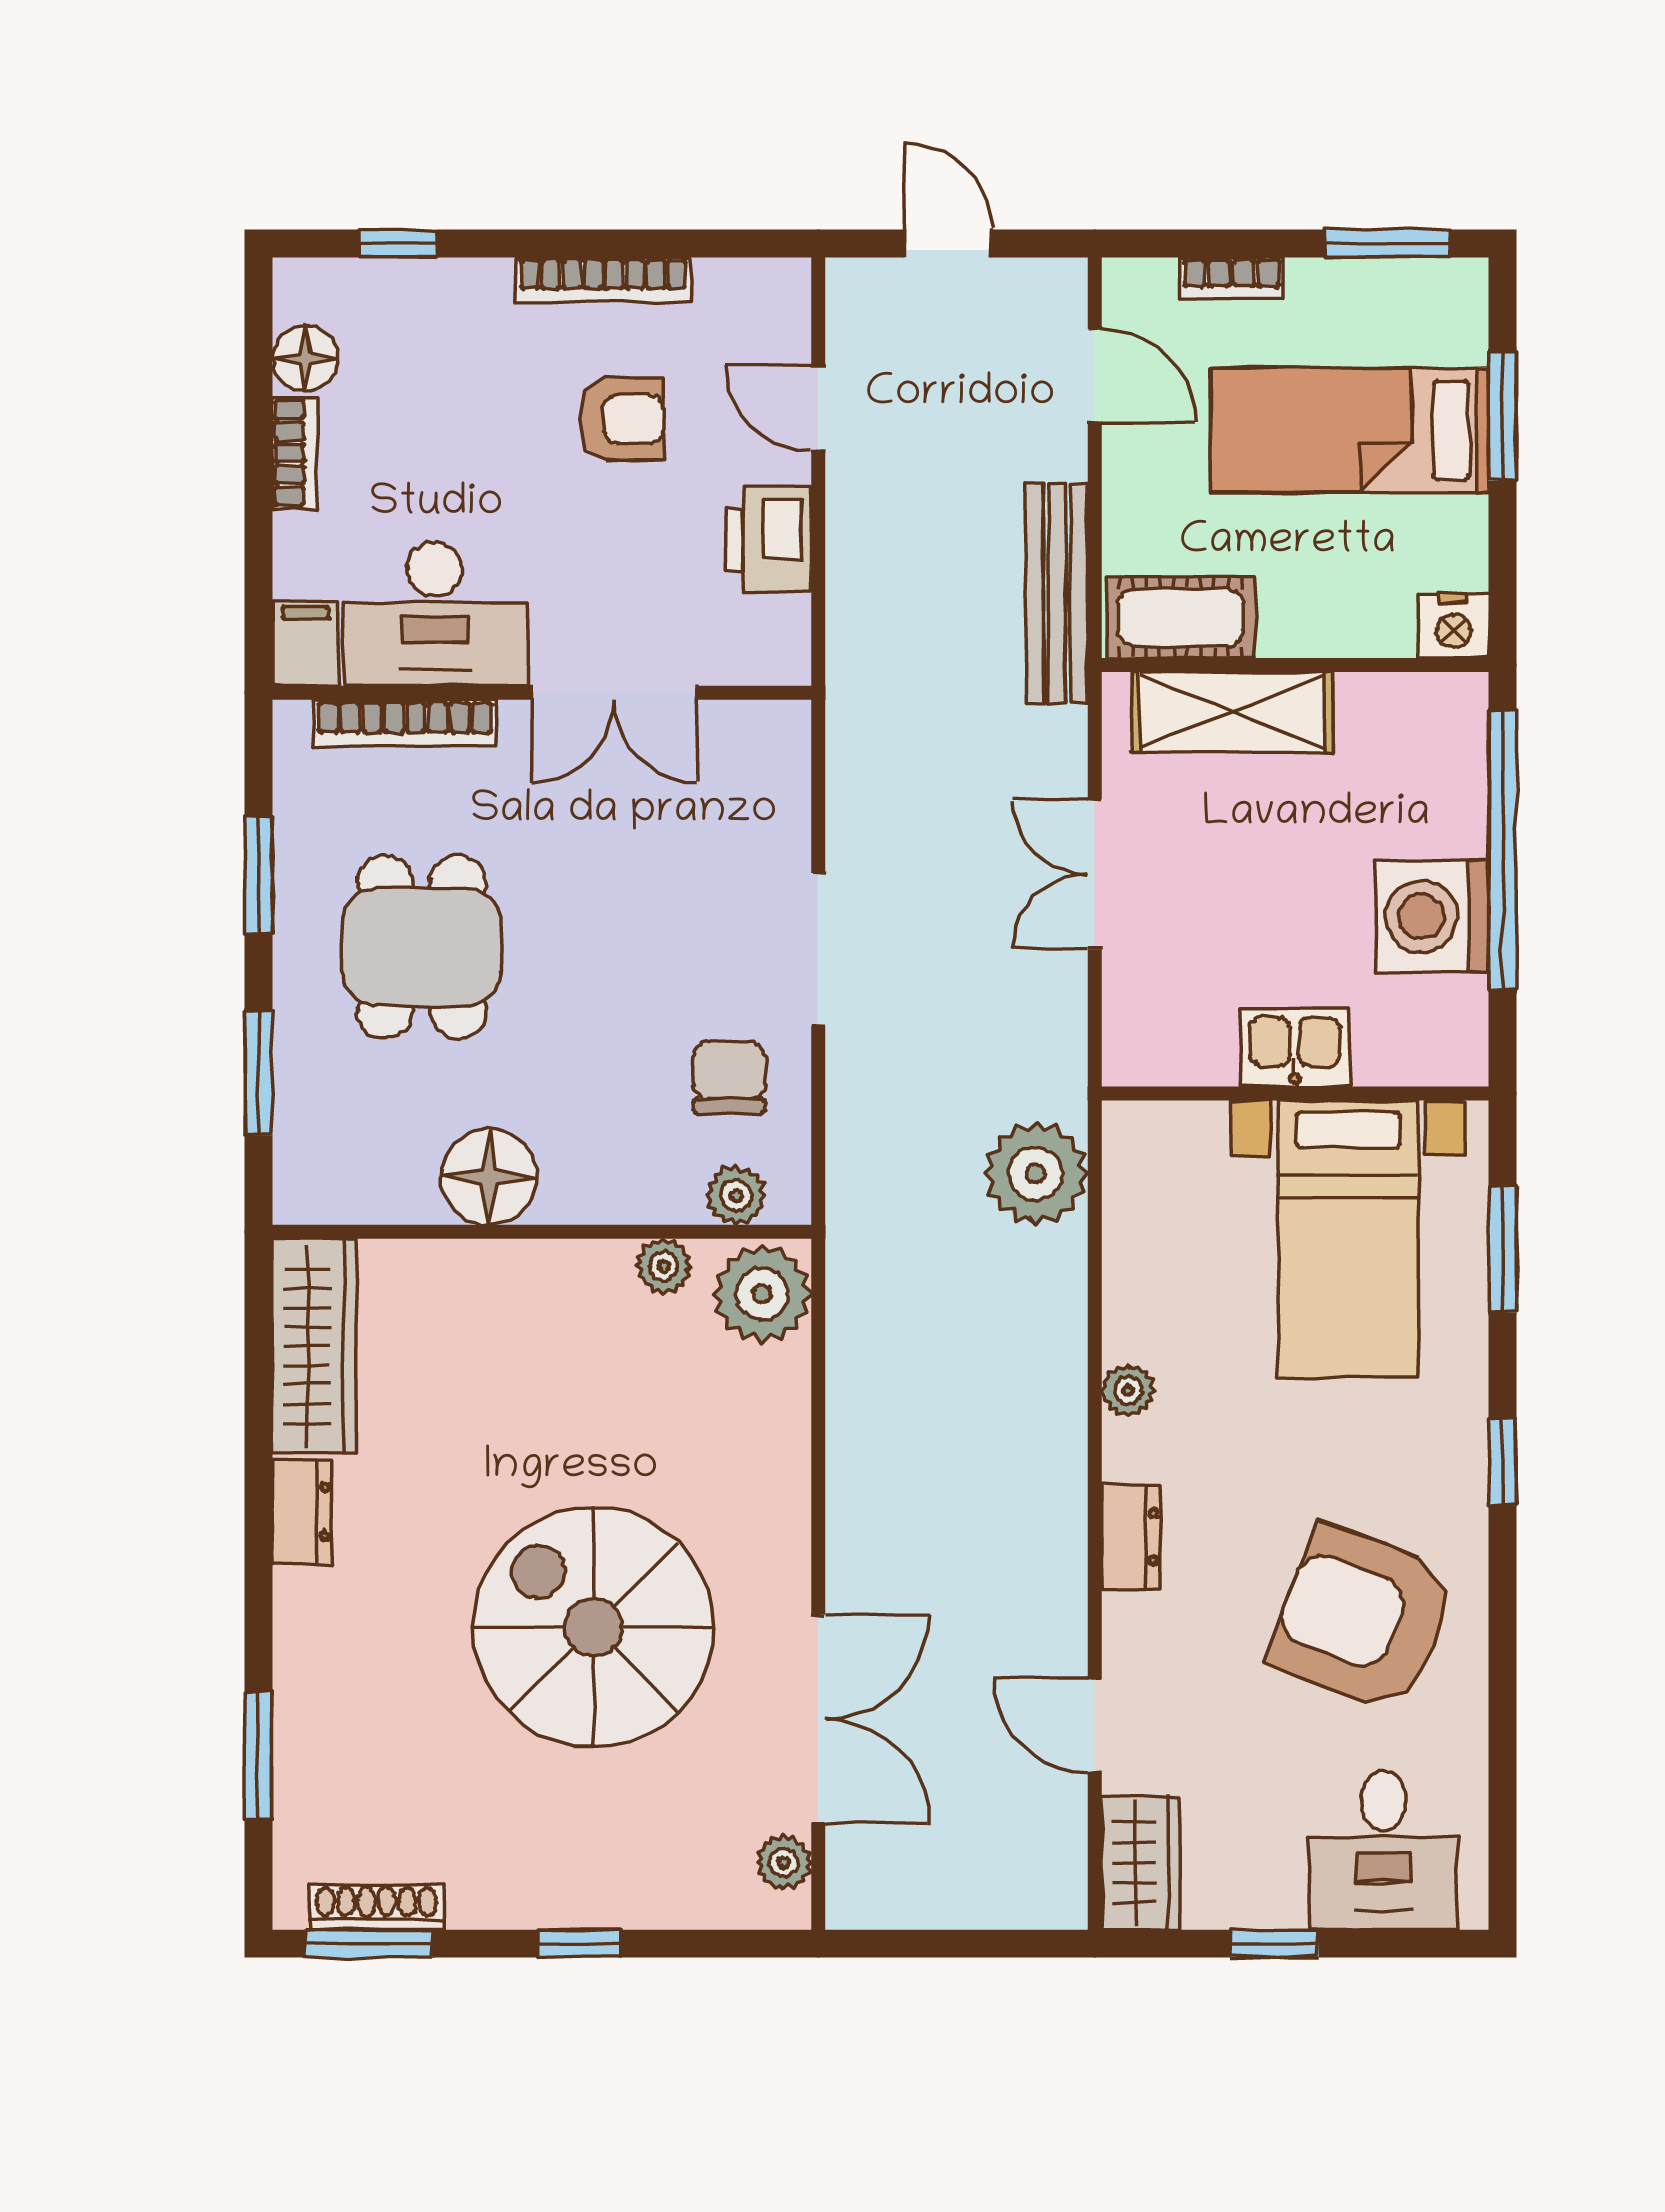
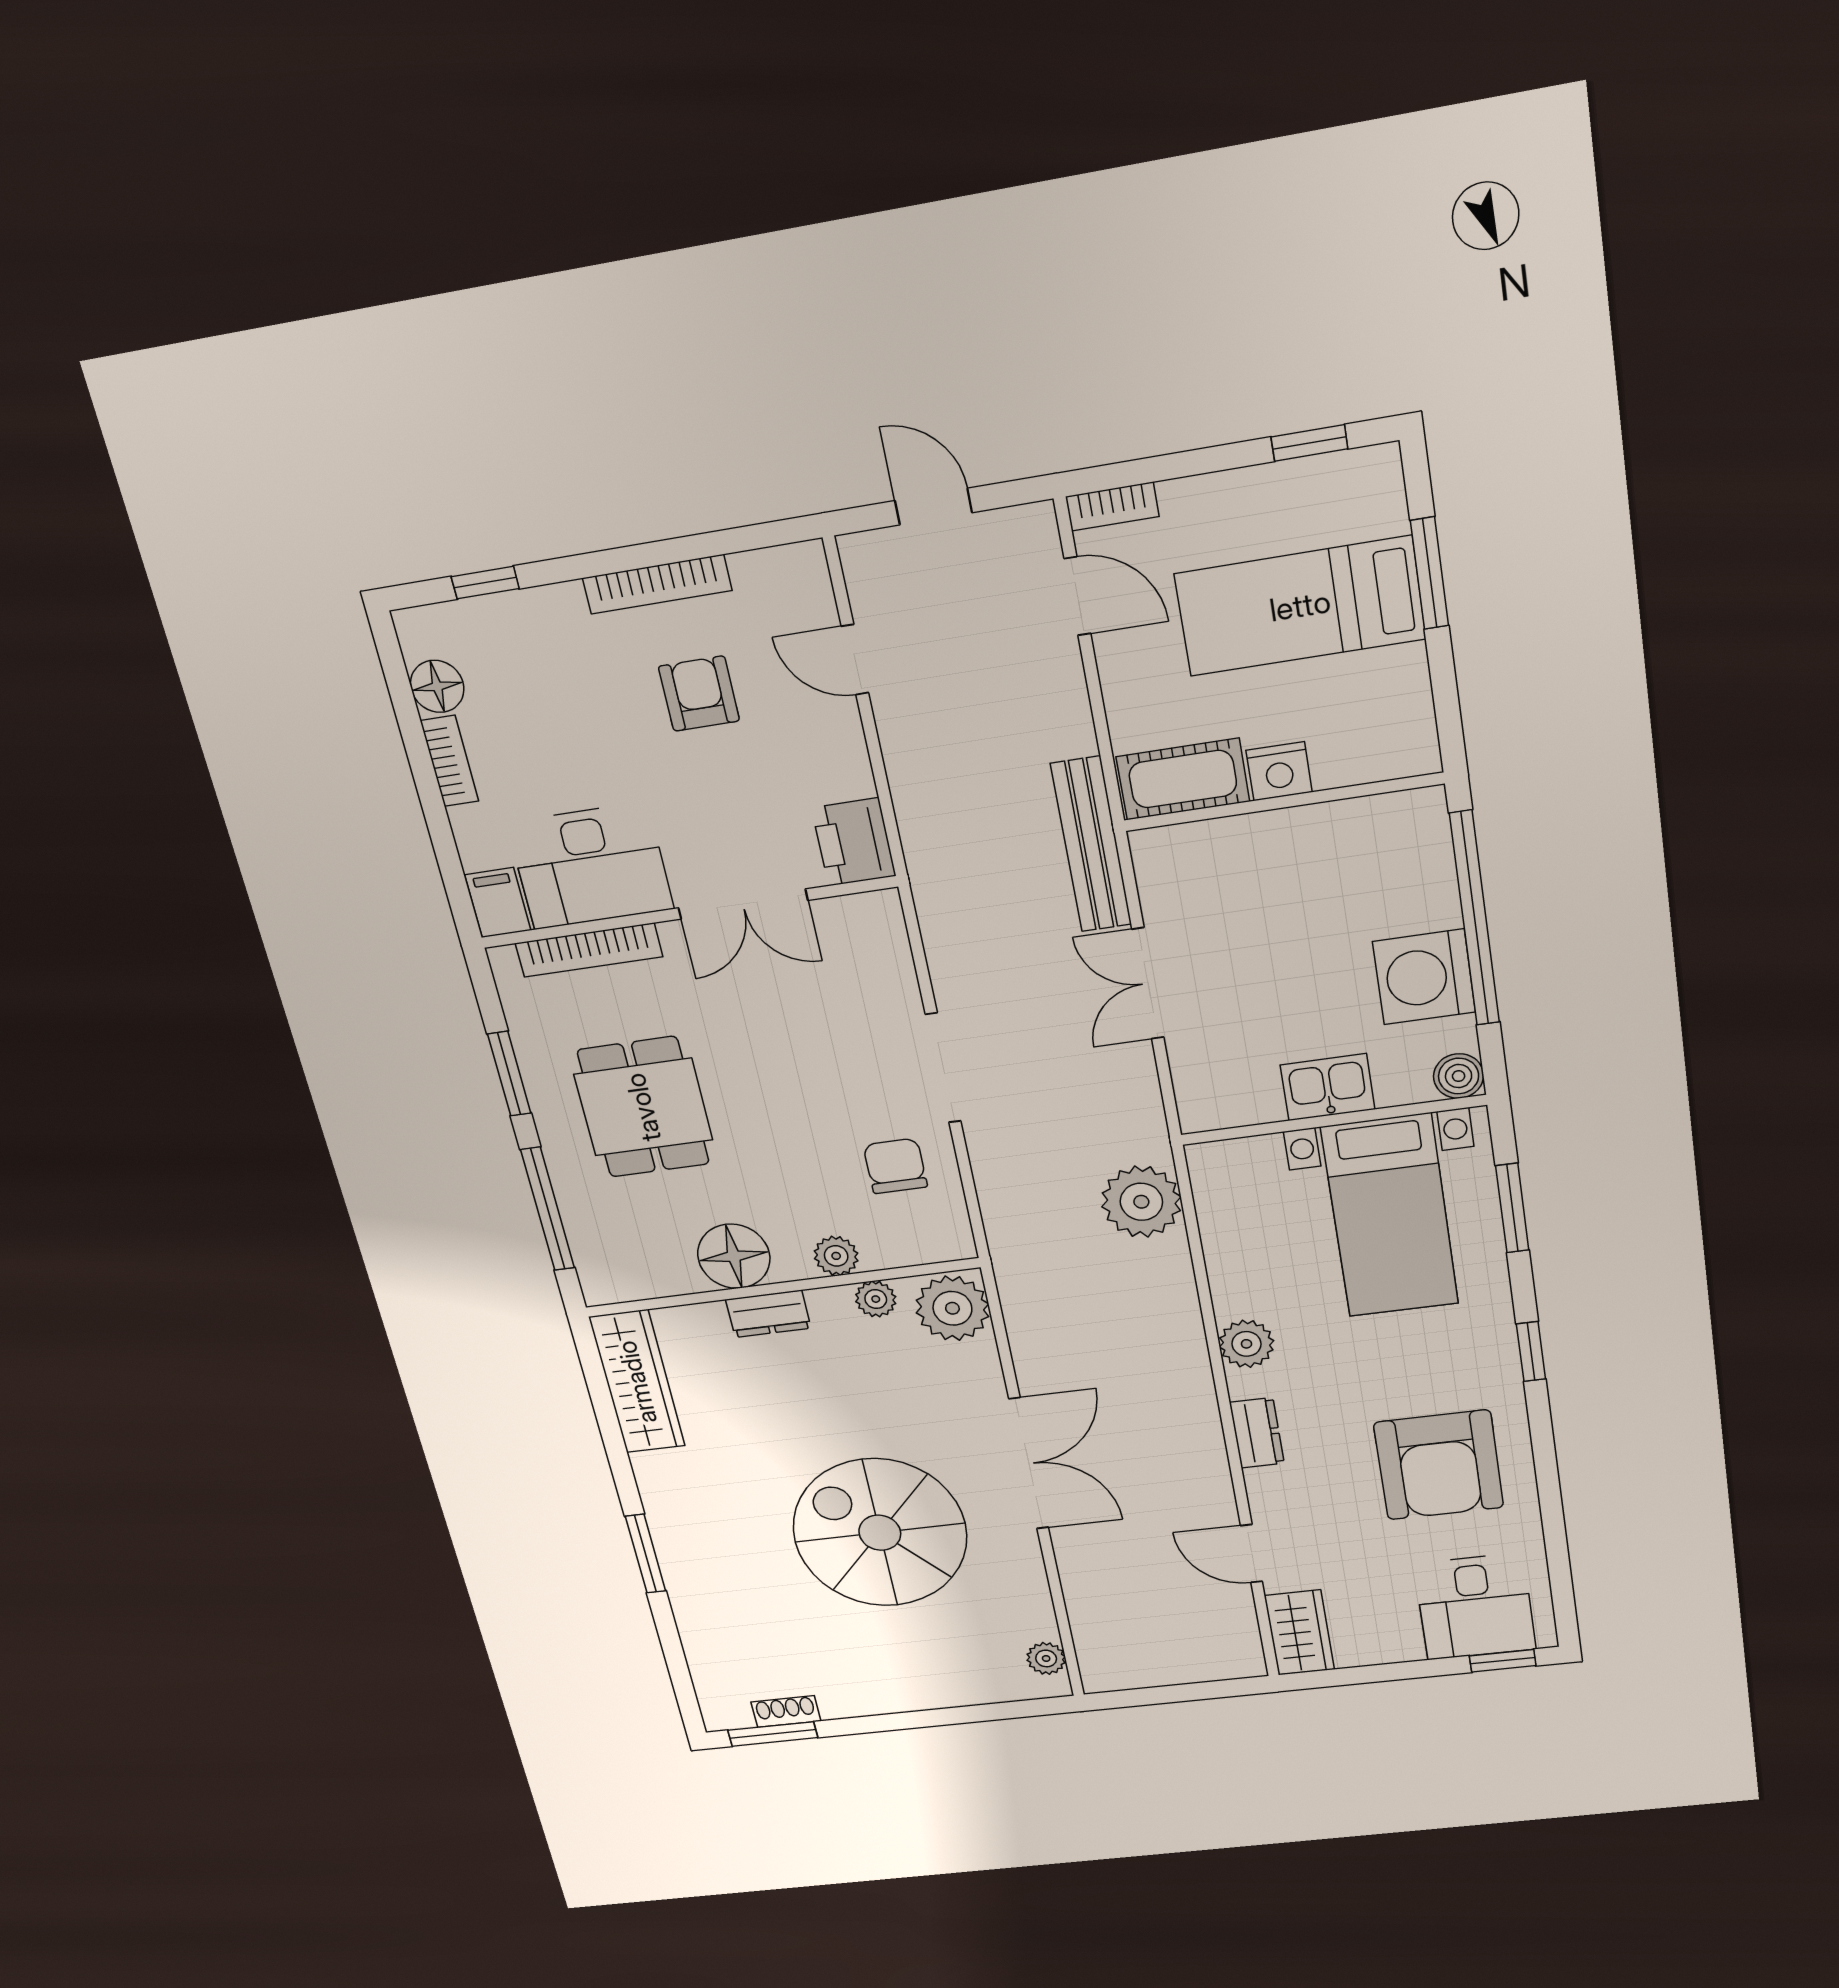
window: (1388, 243) -> (1309, 443), width x0.67
bookcase: (1232, 278) -> (1112, 506), moved
armchair: (622, 419) -> (699, 694), turned -90
printer: (769, 539) -> (854, 842), moved
bench: (1057, 594) -> (1091, 845), moved
nightstand: (1454, 626) -> (1279, 771), moved
shelving: (1232, 712) -> (1237, 846), removed
boiler: (1458, 1056) -> (1459, 1076), added
window: (258, 1073) -> (548, 1209), width x1.44
plant: (736, 1195) -> (836, 1256), moved
plant: (1128, 1390) -> (1246, 1344), width x1.38, depth x1.38
dresser: (302, 1512) -> (768, 1314), moved, turned 90
armchair: (1363, 1619) -> (1439, 1465), turned -111
double door: (818, 1719) -> (1029, 1464), moved
window: (258, 1755) -> (646, 1554), moved
shoe rack: (376, 1907) -> (786, 1711), width x0.70
window: (579, 1944) -> (915, 1720), removed
window: (1274, 1944) -> (1503, 1661), moved

